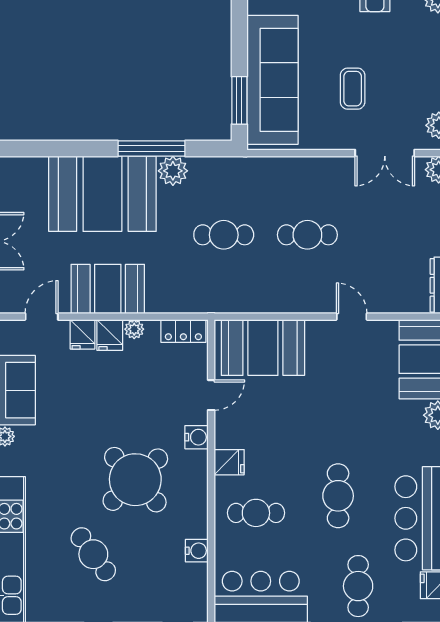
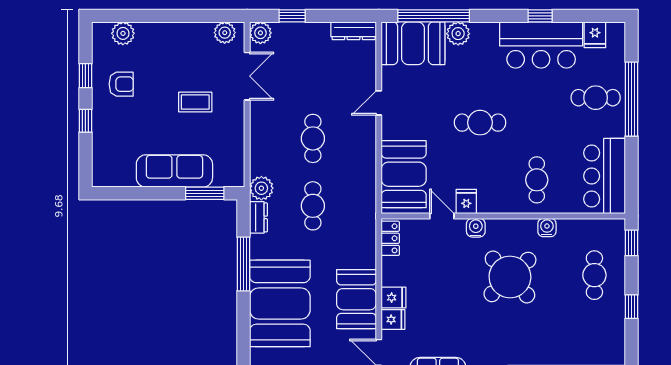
sofa: (272, 80) -> (174, 171), width x0.74, depth x0.79
dresser: (209, 167) -> (258, 217), added
plant: (173, 171) -> (261, 188), moved
plant: (134, 329) -> (389, 278), removed
fridge: (229, 462) -> (466, 201), moved
cafe table: (338, 496) -> (480, 123), moved
water cooler: (197, 551) -> (547, 228), moved
cafe table: (93, 554) -> (594, 275), moved, turned -54

